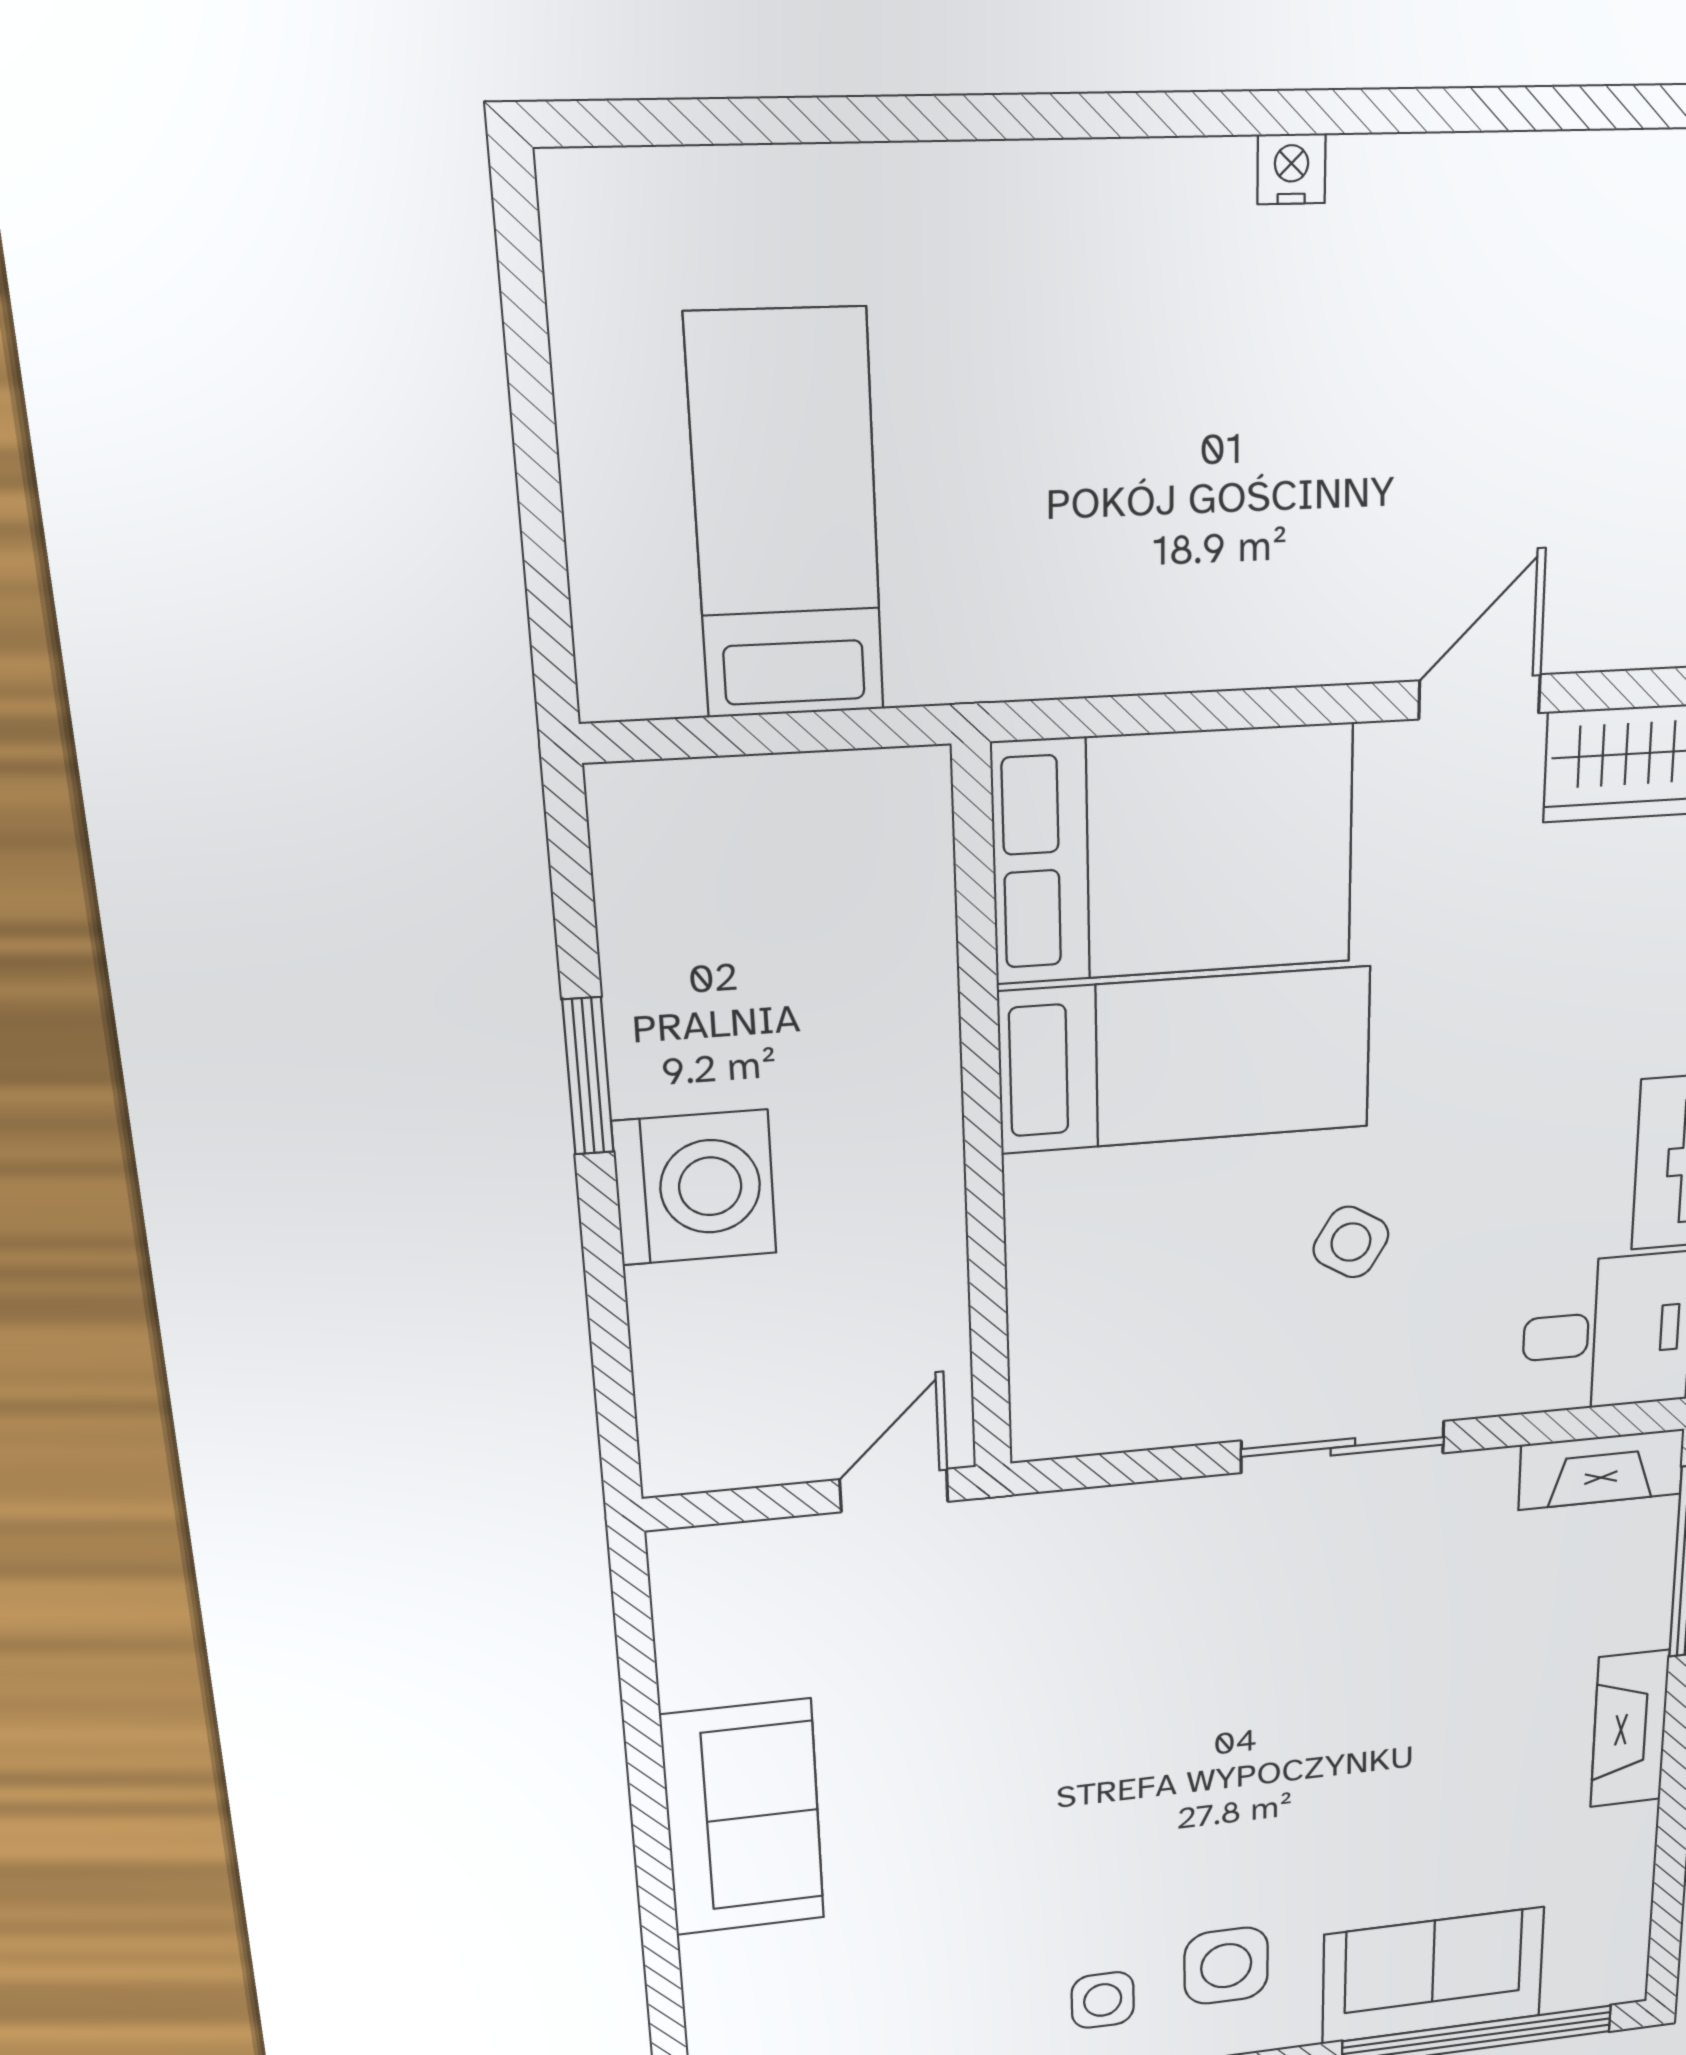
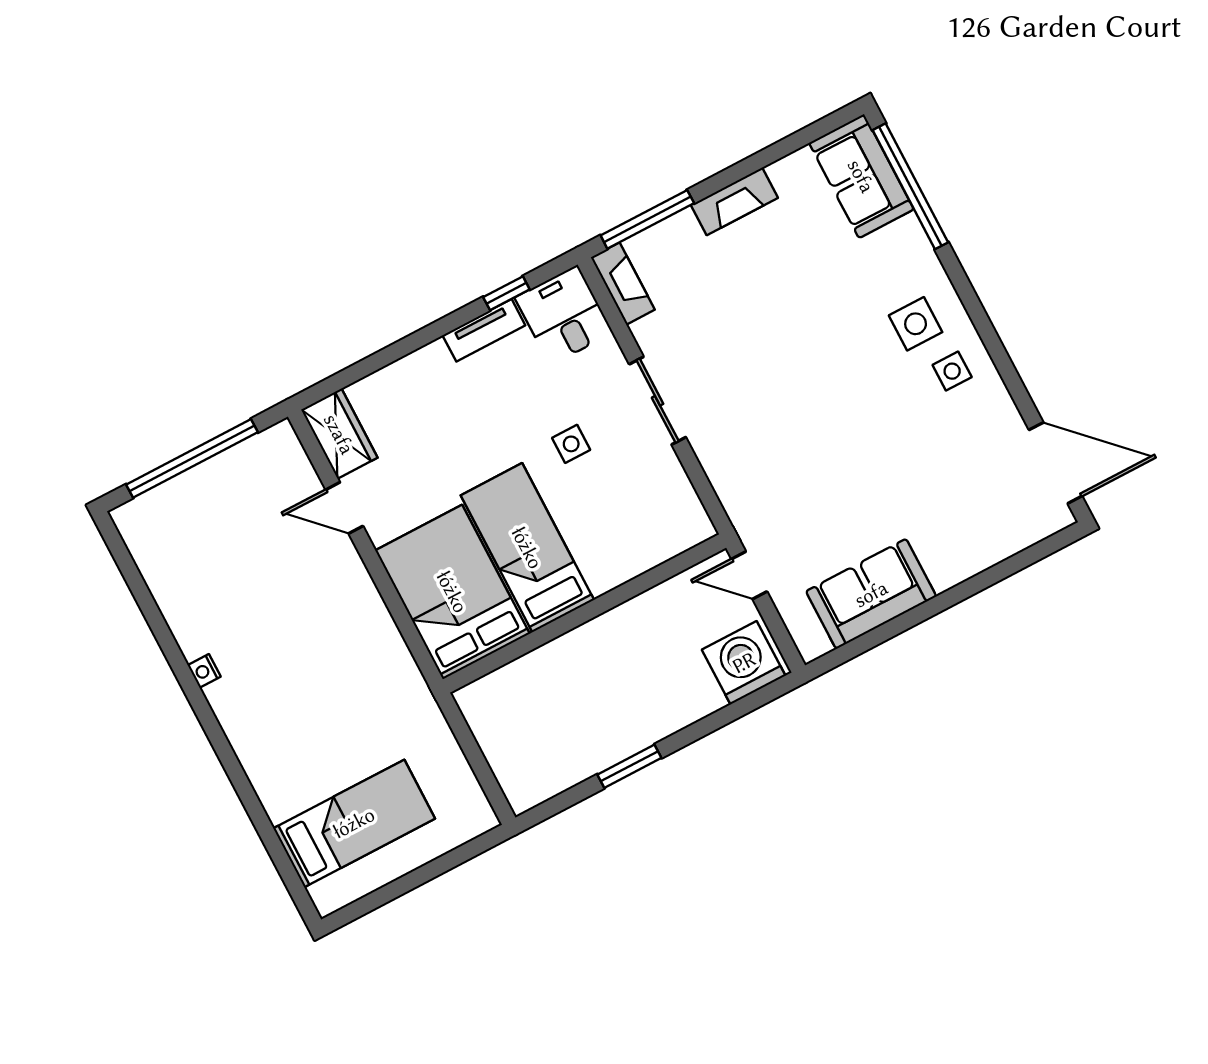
bed: (786, 516) -> (354, 823), moved, turned 180
washing machine: (695, 1188) -> (744, 663), moved
side table: (1351, 1242) -> (571, 444), turned -31
sofa: (743, 1818) -> (871, 594), moved
sofa: (1433, 1976) -> (861, 176), moved

